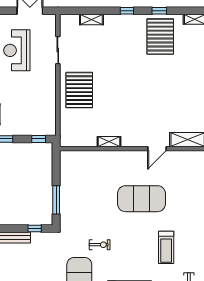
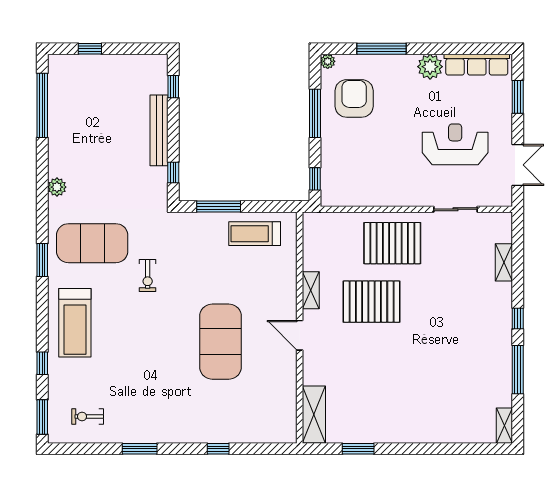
window: (159, 11) -> (518, 370), width x2.17
pallet: (160, 37) -> (372, 302), moved
door: (157, 149) -> (300, 335), moved
treadmill: (166, 247) -> (255, 234), moved

